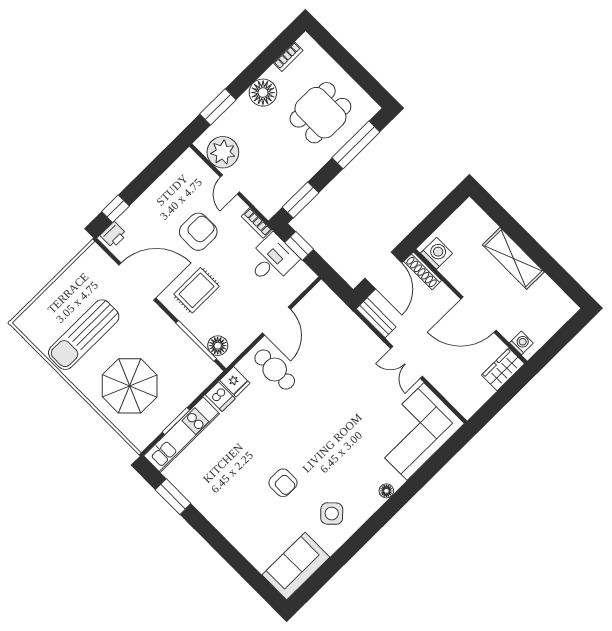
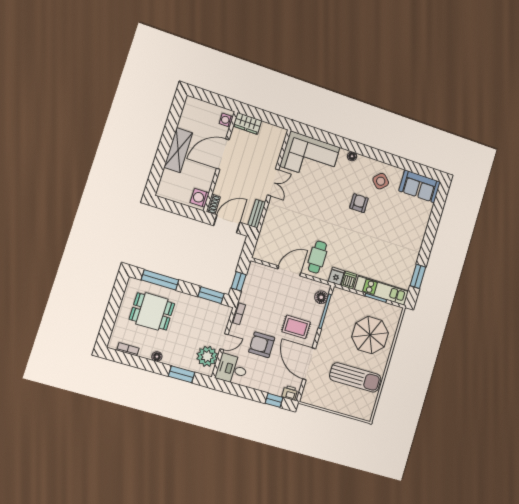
floor lamp: (263, 93) -> (157, 357), width x0.53, depth x0.53
desk: (272, 260) -> (232, 369), moved
shoe rack: (423, 271) -> (213, 204), width x0.70
door: (479, 315) -> (223, 154), swing flipped
armchair: (283, 483) -> (359, 203), moved

